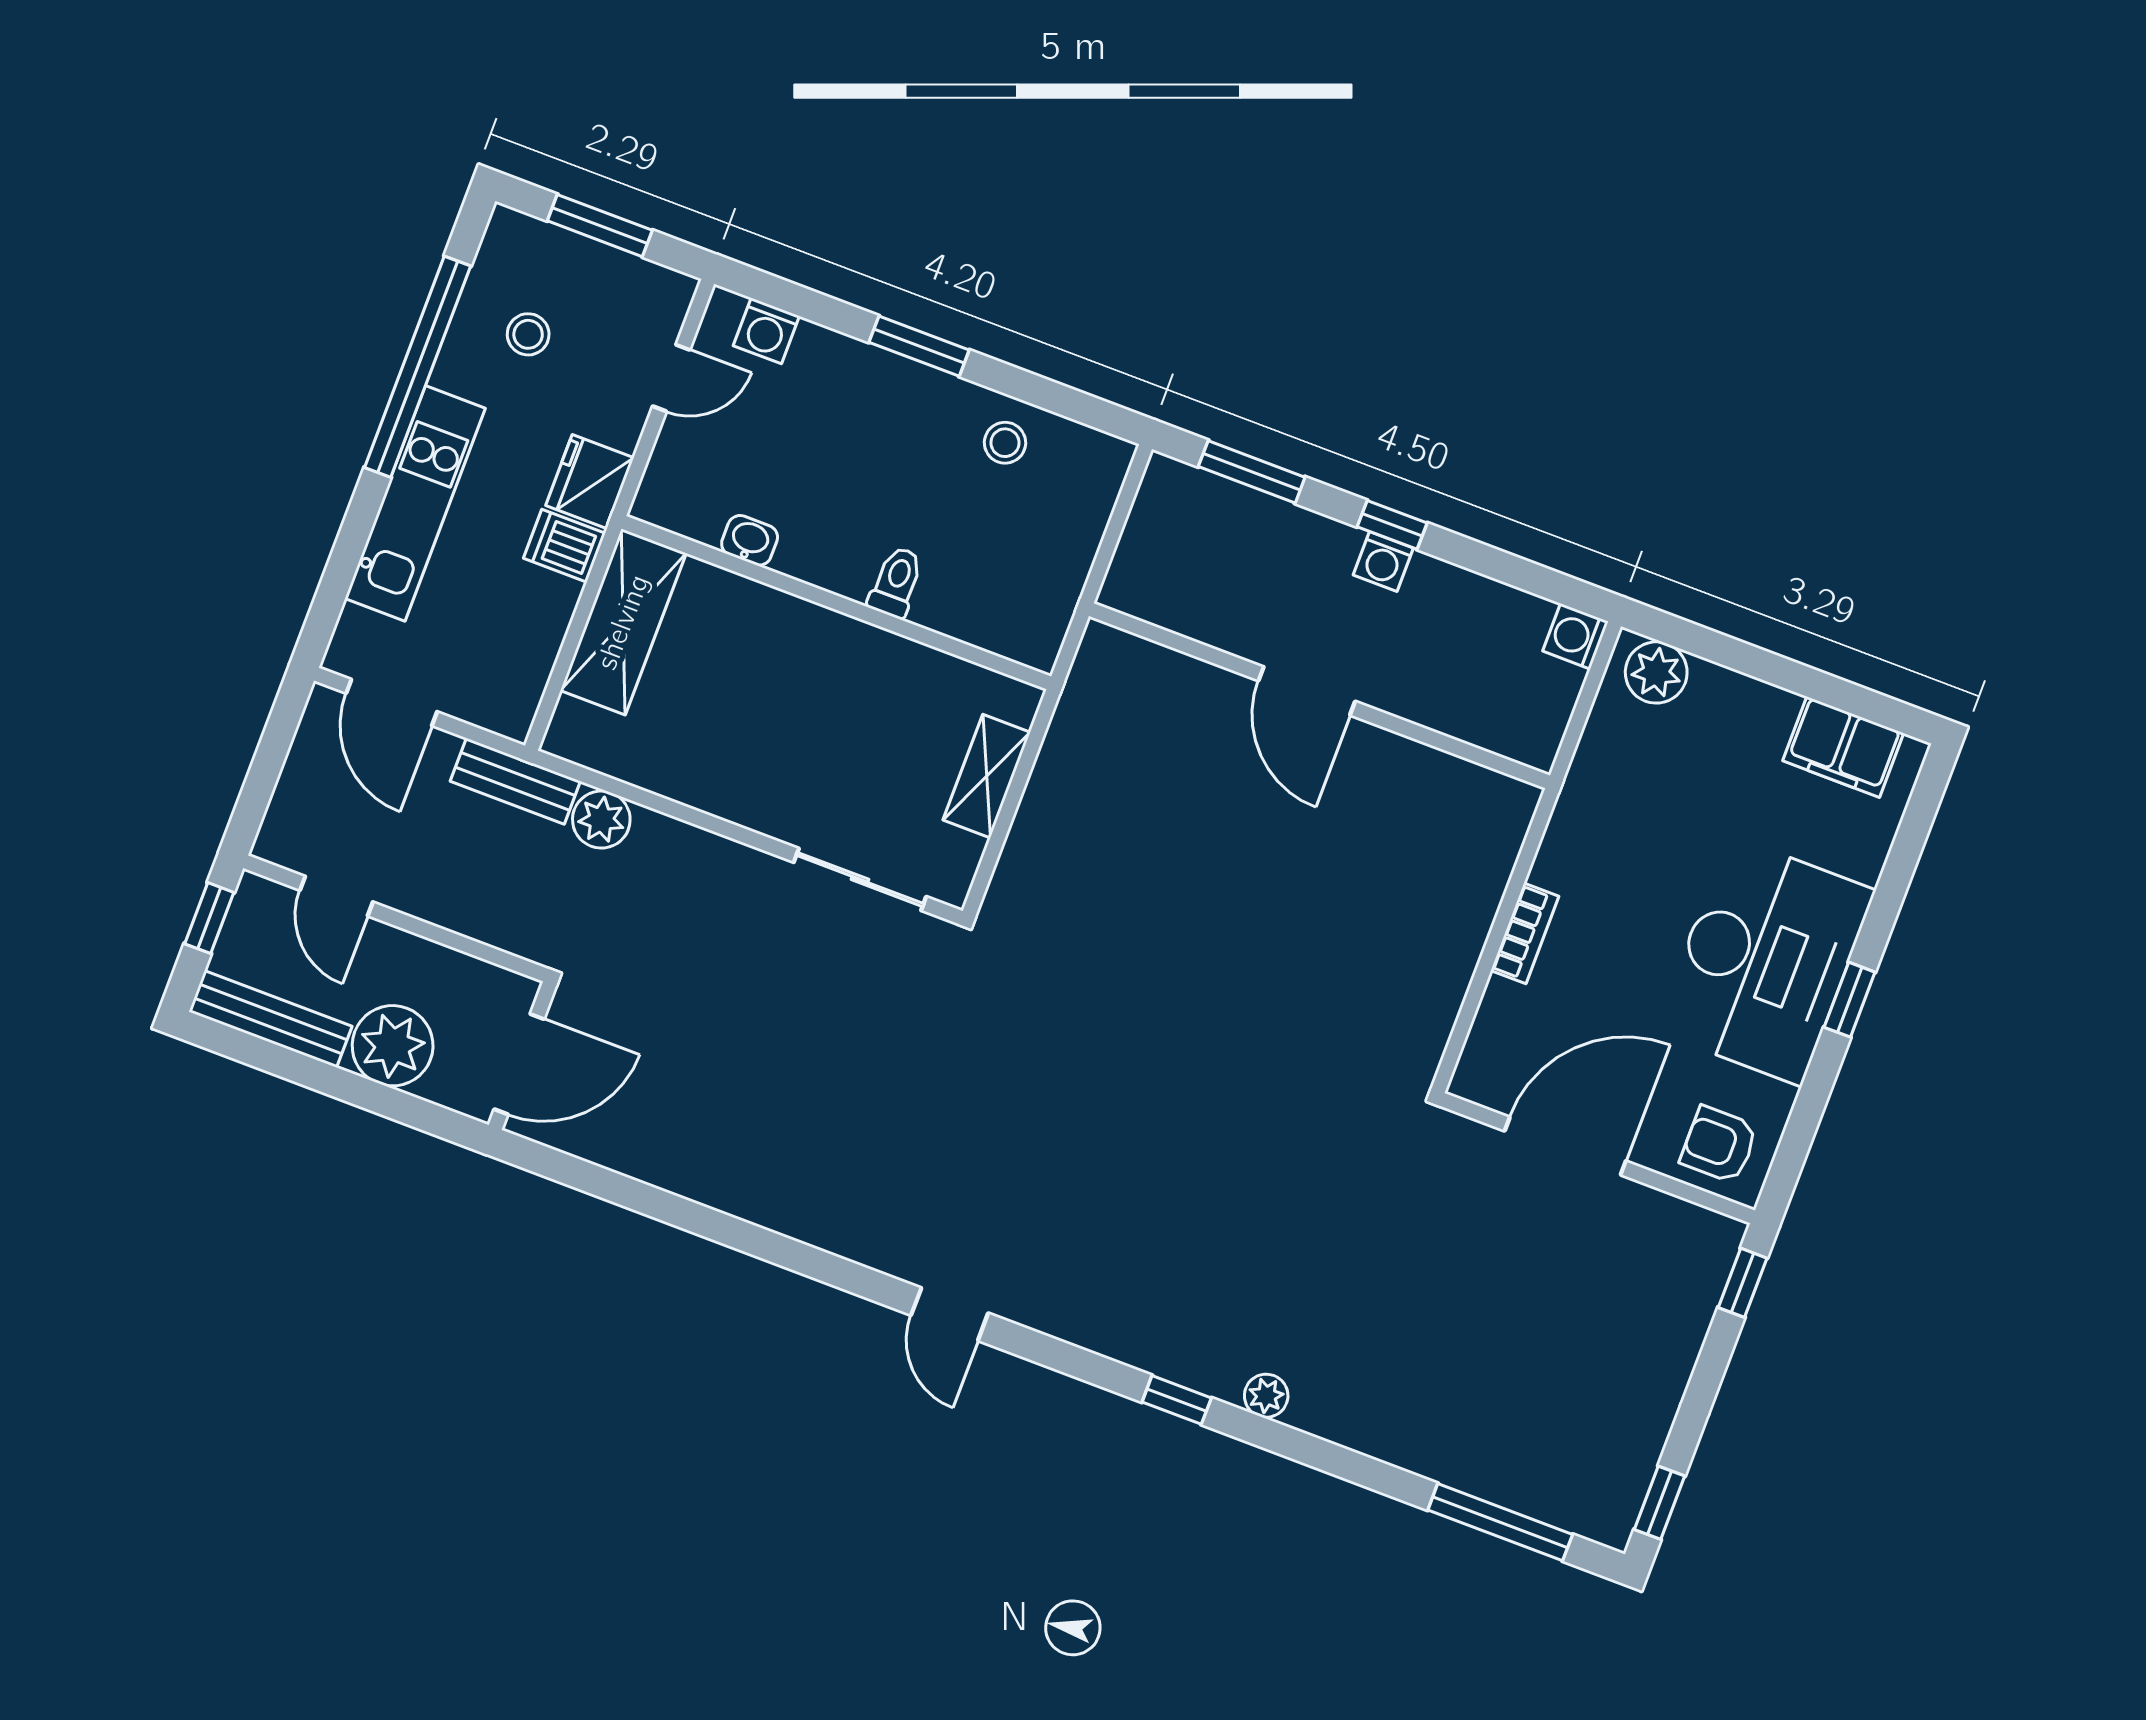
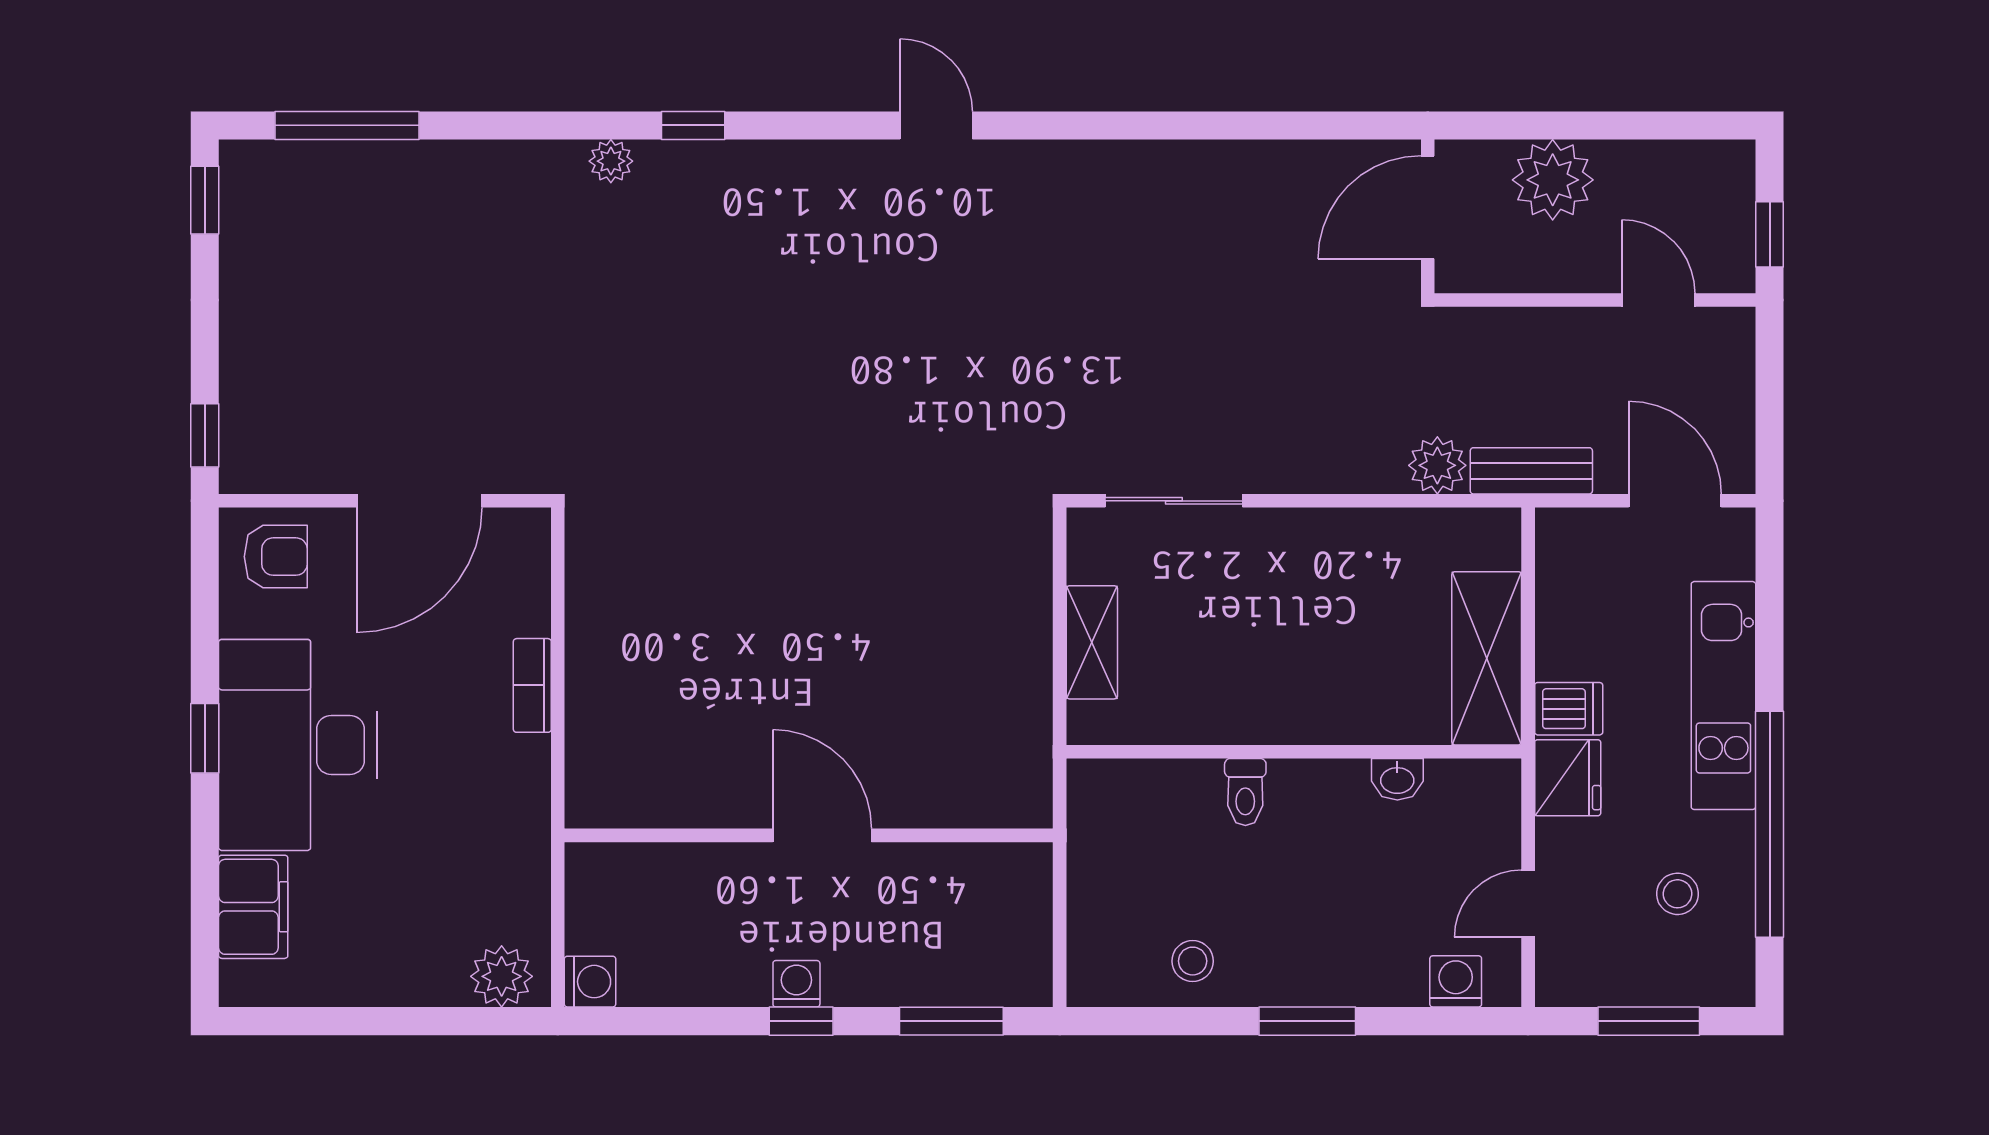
filing cabinet: (1843, 747) -> (253, 907), moved, turned 90
bench: (270, 1019) -> (1677, 162), removed

